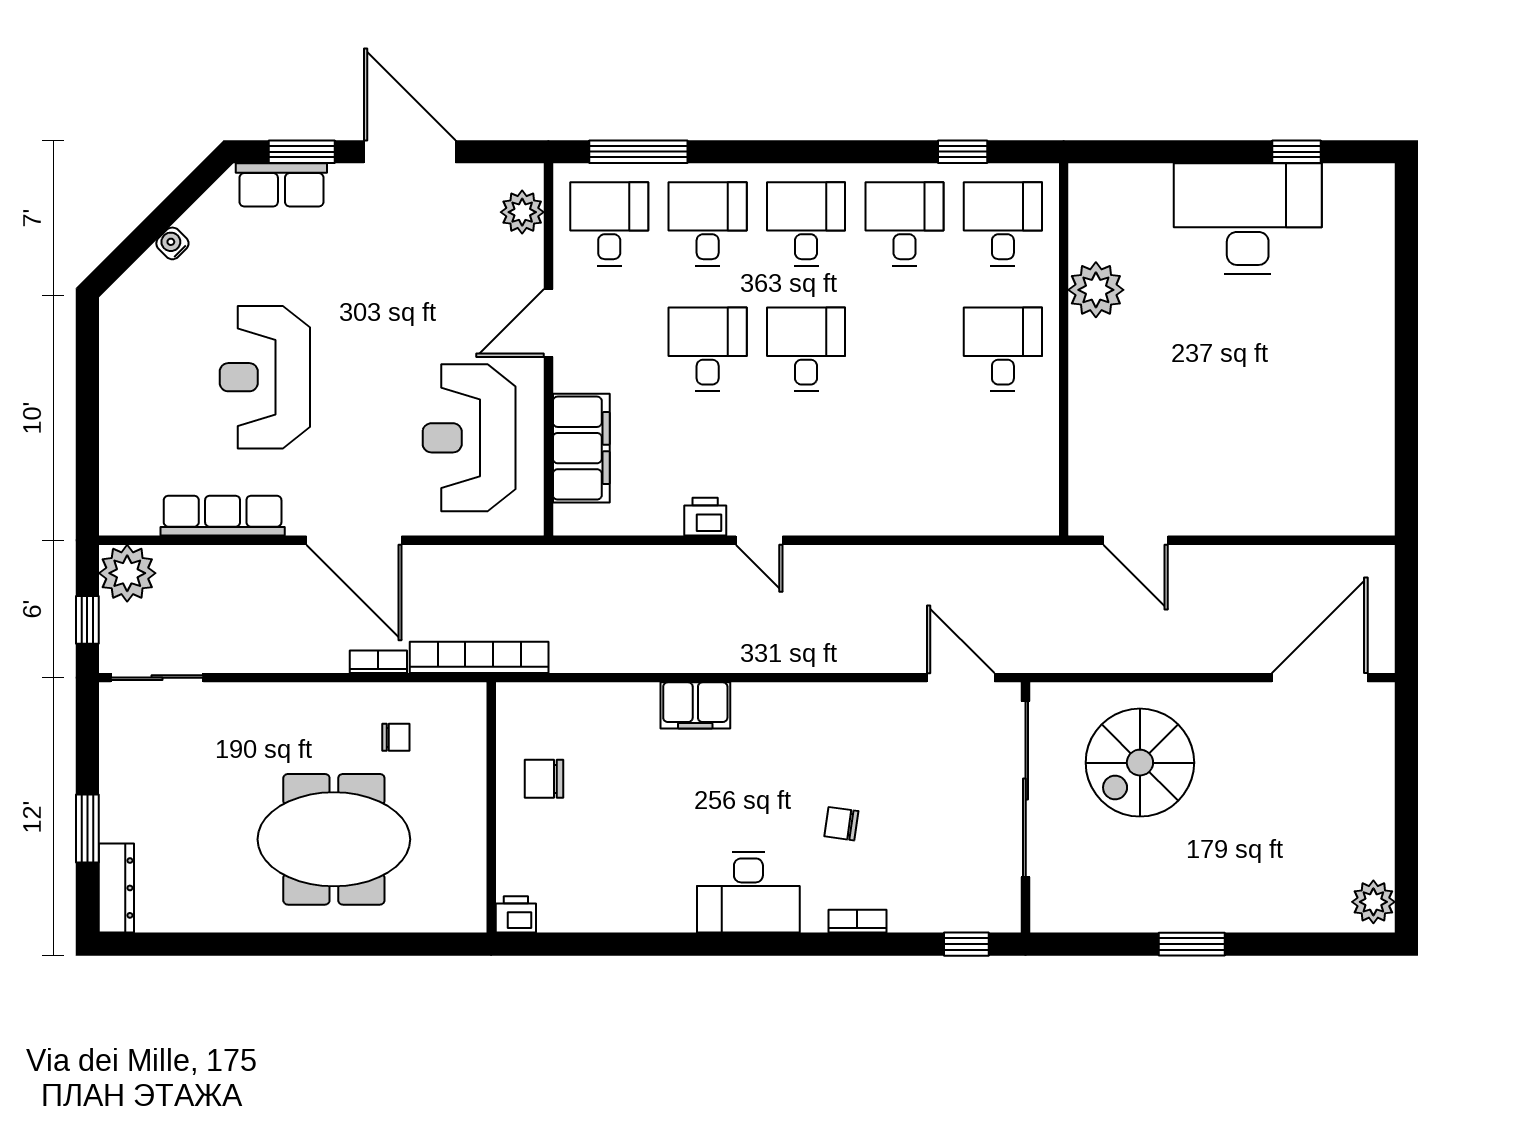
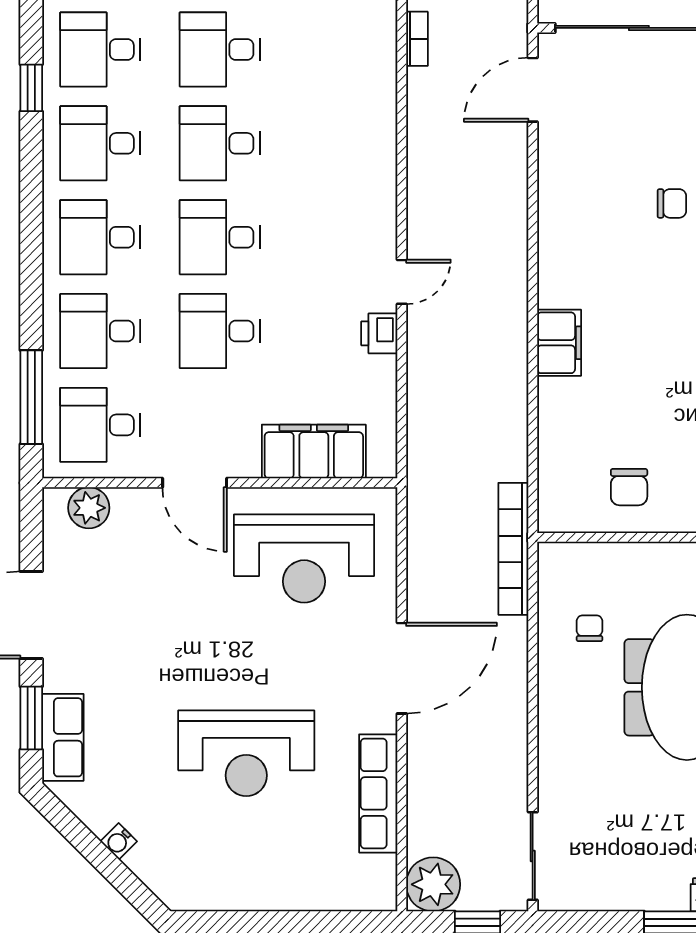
desk: (904, 349) -> (220, 143), added
bookcase: (378, 662) -> (417, 39), moved, turned 180
chair: (841, 824) -> (672, 203), turned -98

